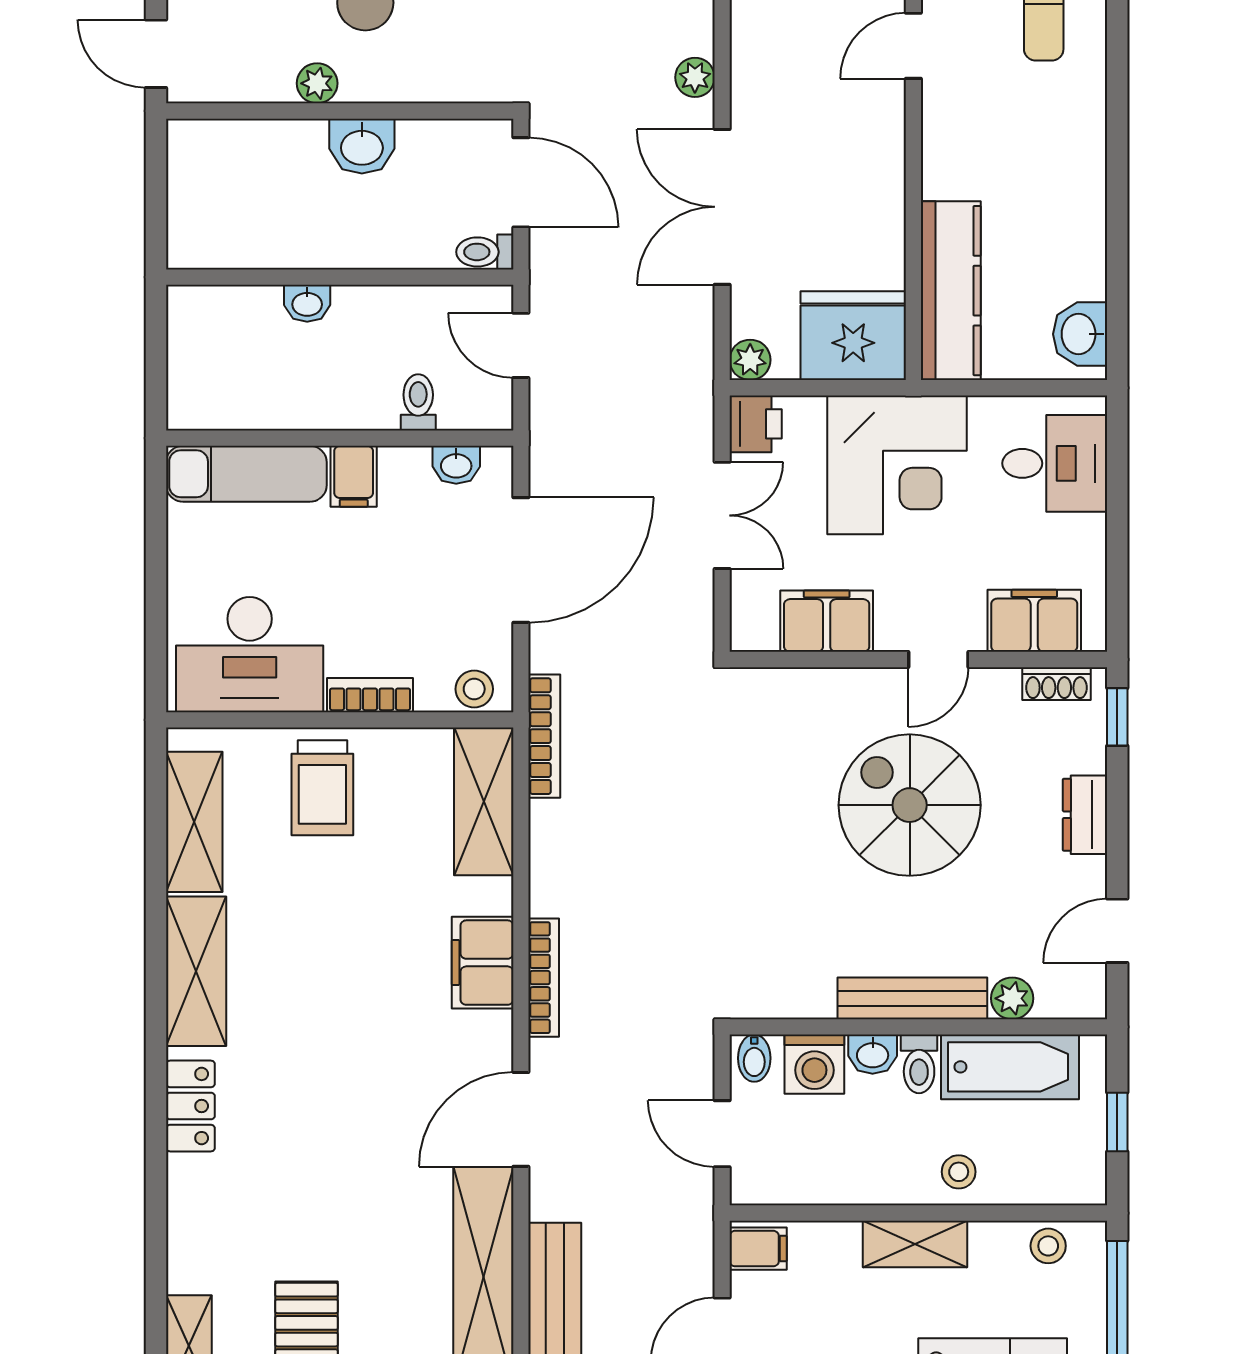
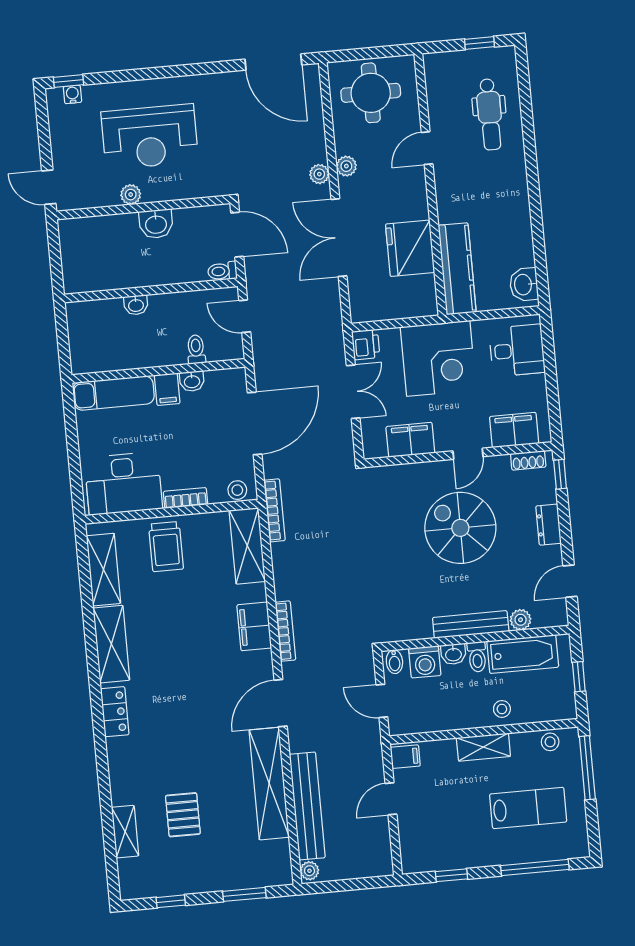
fridge: (853, 336) -> (410, 248), moved, turned -90
plant: (750, 360) -> (346, 166), moved
washbasin: (456, 465) -> (192, 381), moved

